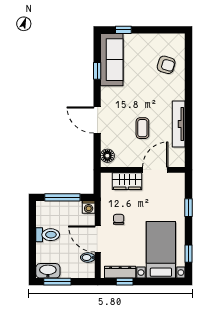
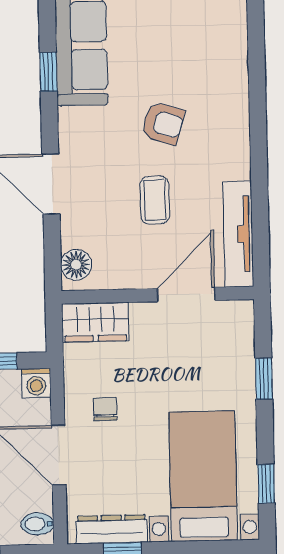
armchair: (166, 65) -> (163, 123), moved
tv unit: (179, 124) -> (238, 234), moved
wardrobe: (127, 181) -> (95, 322), moved
bidet: (88, 257) -> (38, 524), moved

